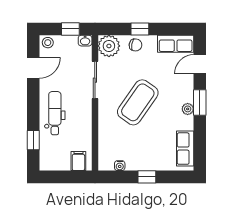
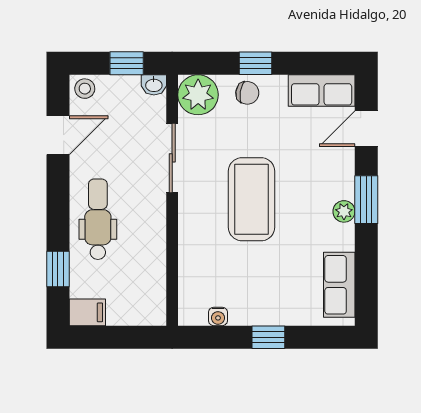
coffee table: (138, 102) -> (252, 199), turned -35
filing cabinet: (78, 161) -> (87, 312), moved, turned 90

